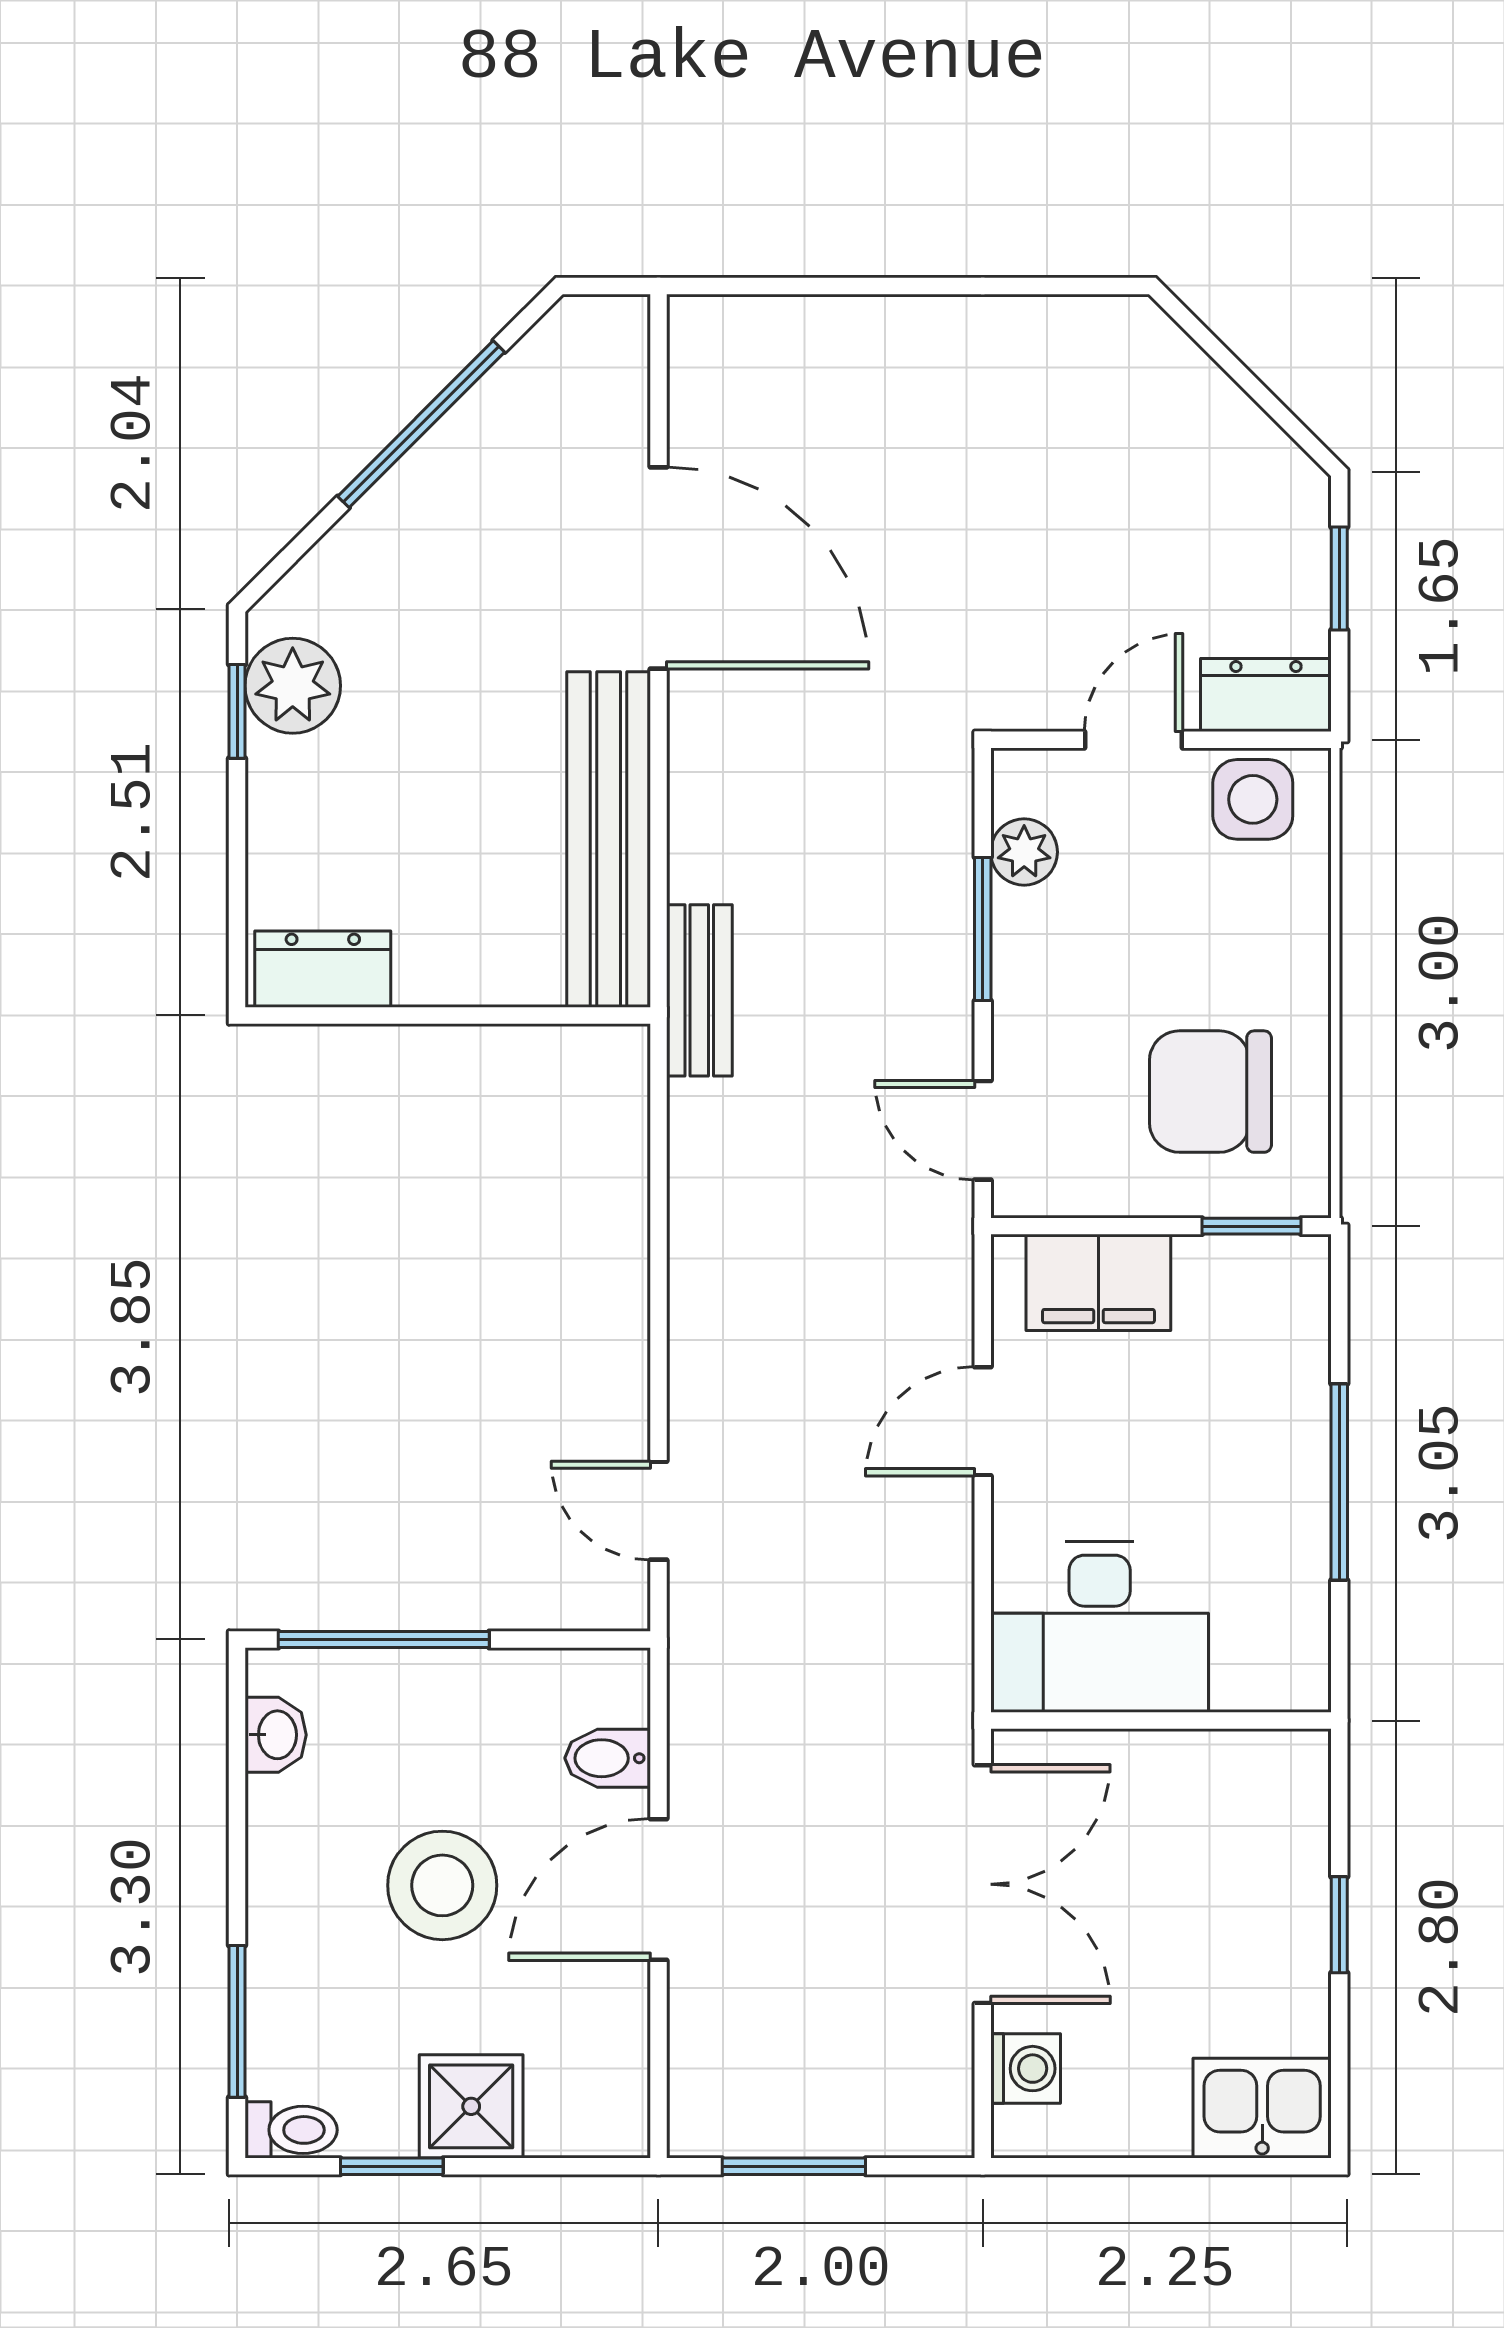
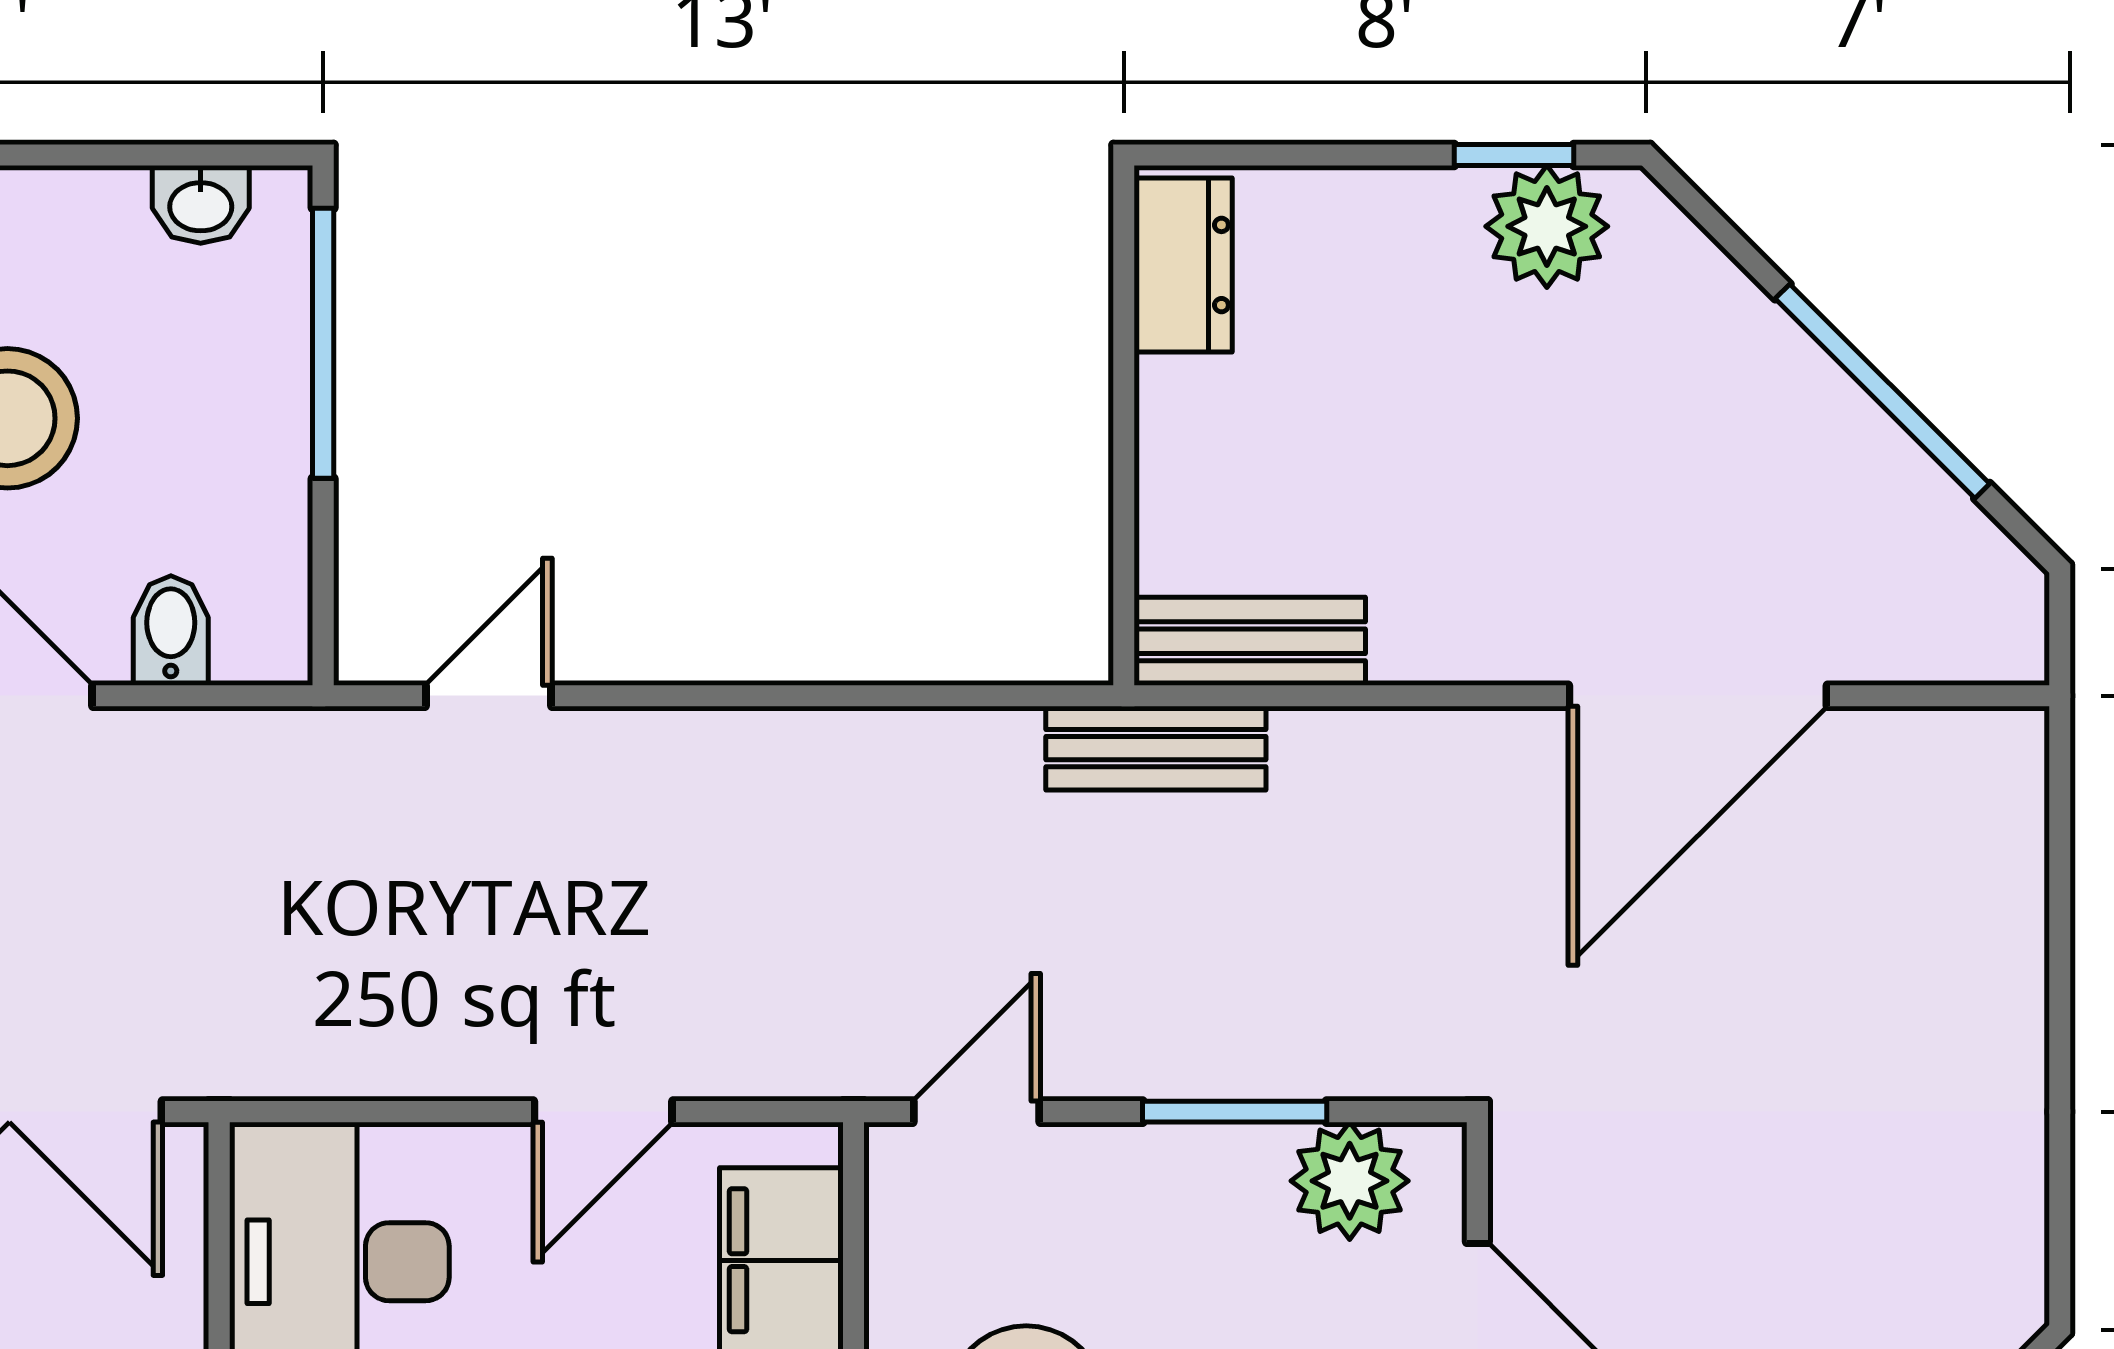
bench: (609, 839) -> (1250, 641), width x0.54, depth x0.82
plant: (1024, 852) -> (1350, 1181), width x1.38, depth x1.38
door: (983, 1421) -> (603, 1112), swing flipped

